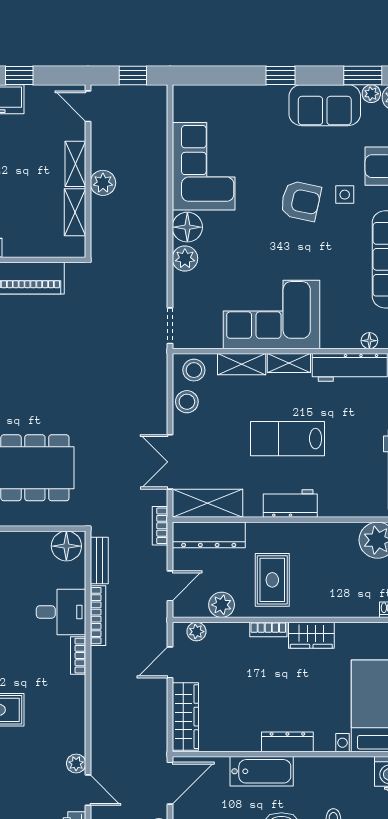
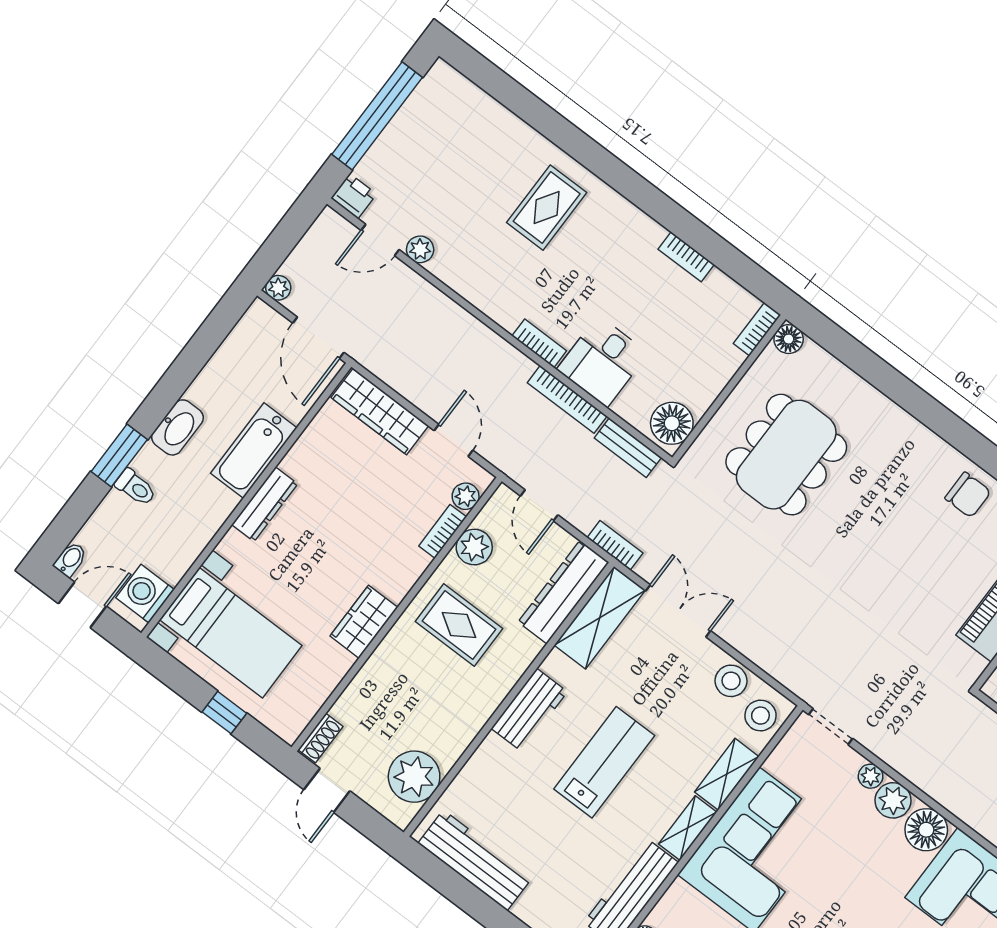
plant: (181, 282) -> (871, 776), added
bookcase: (268, 629) -> (443, 531), moved

